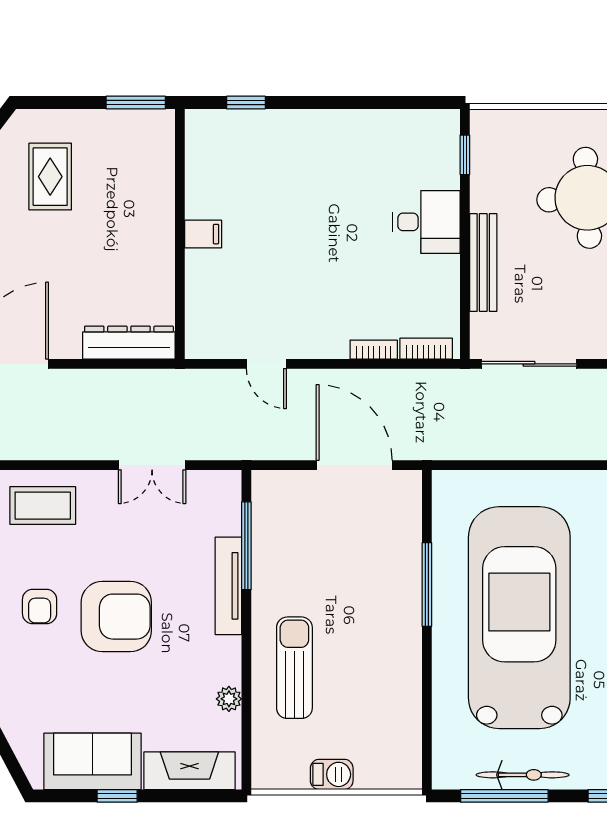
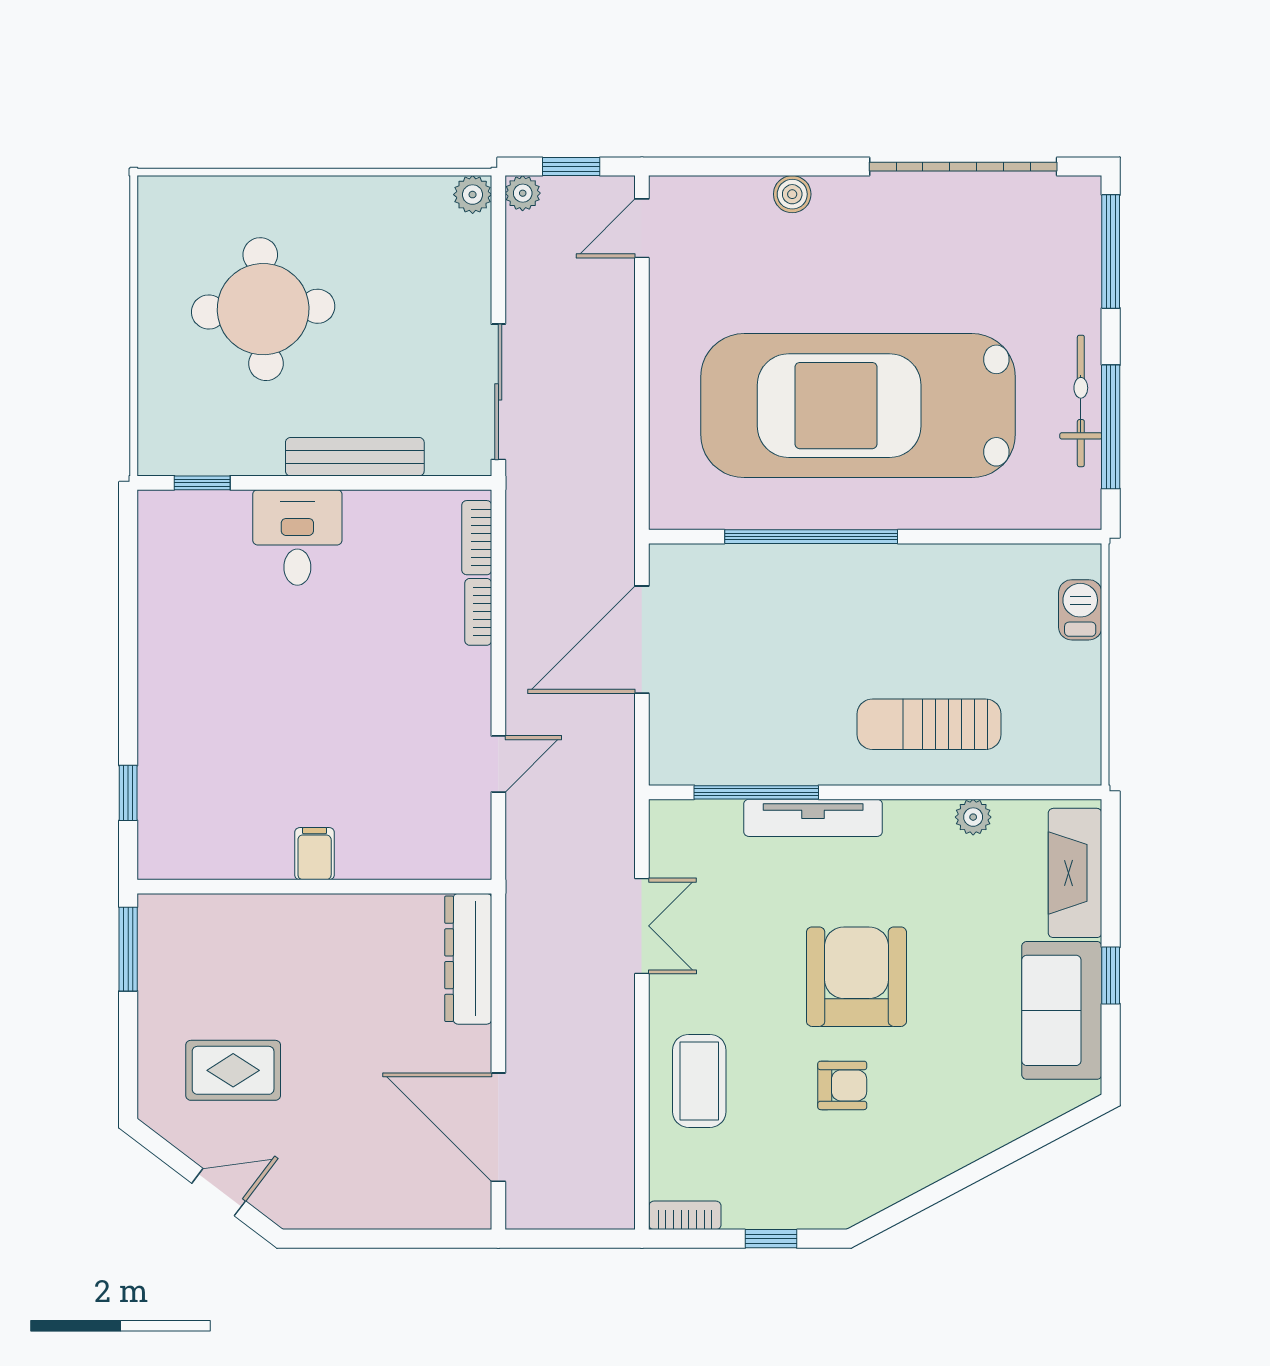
window: (427, 585) -> (811, 537), width x1.46
barbecue: (332, 774) -> (1080, 610), moved

